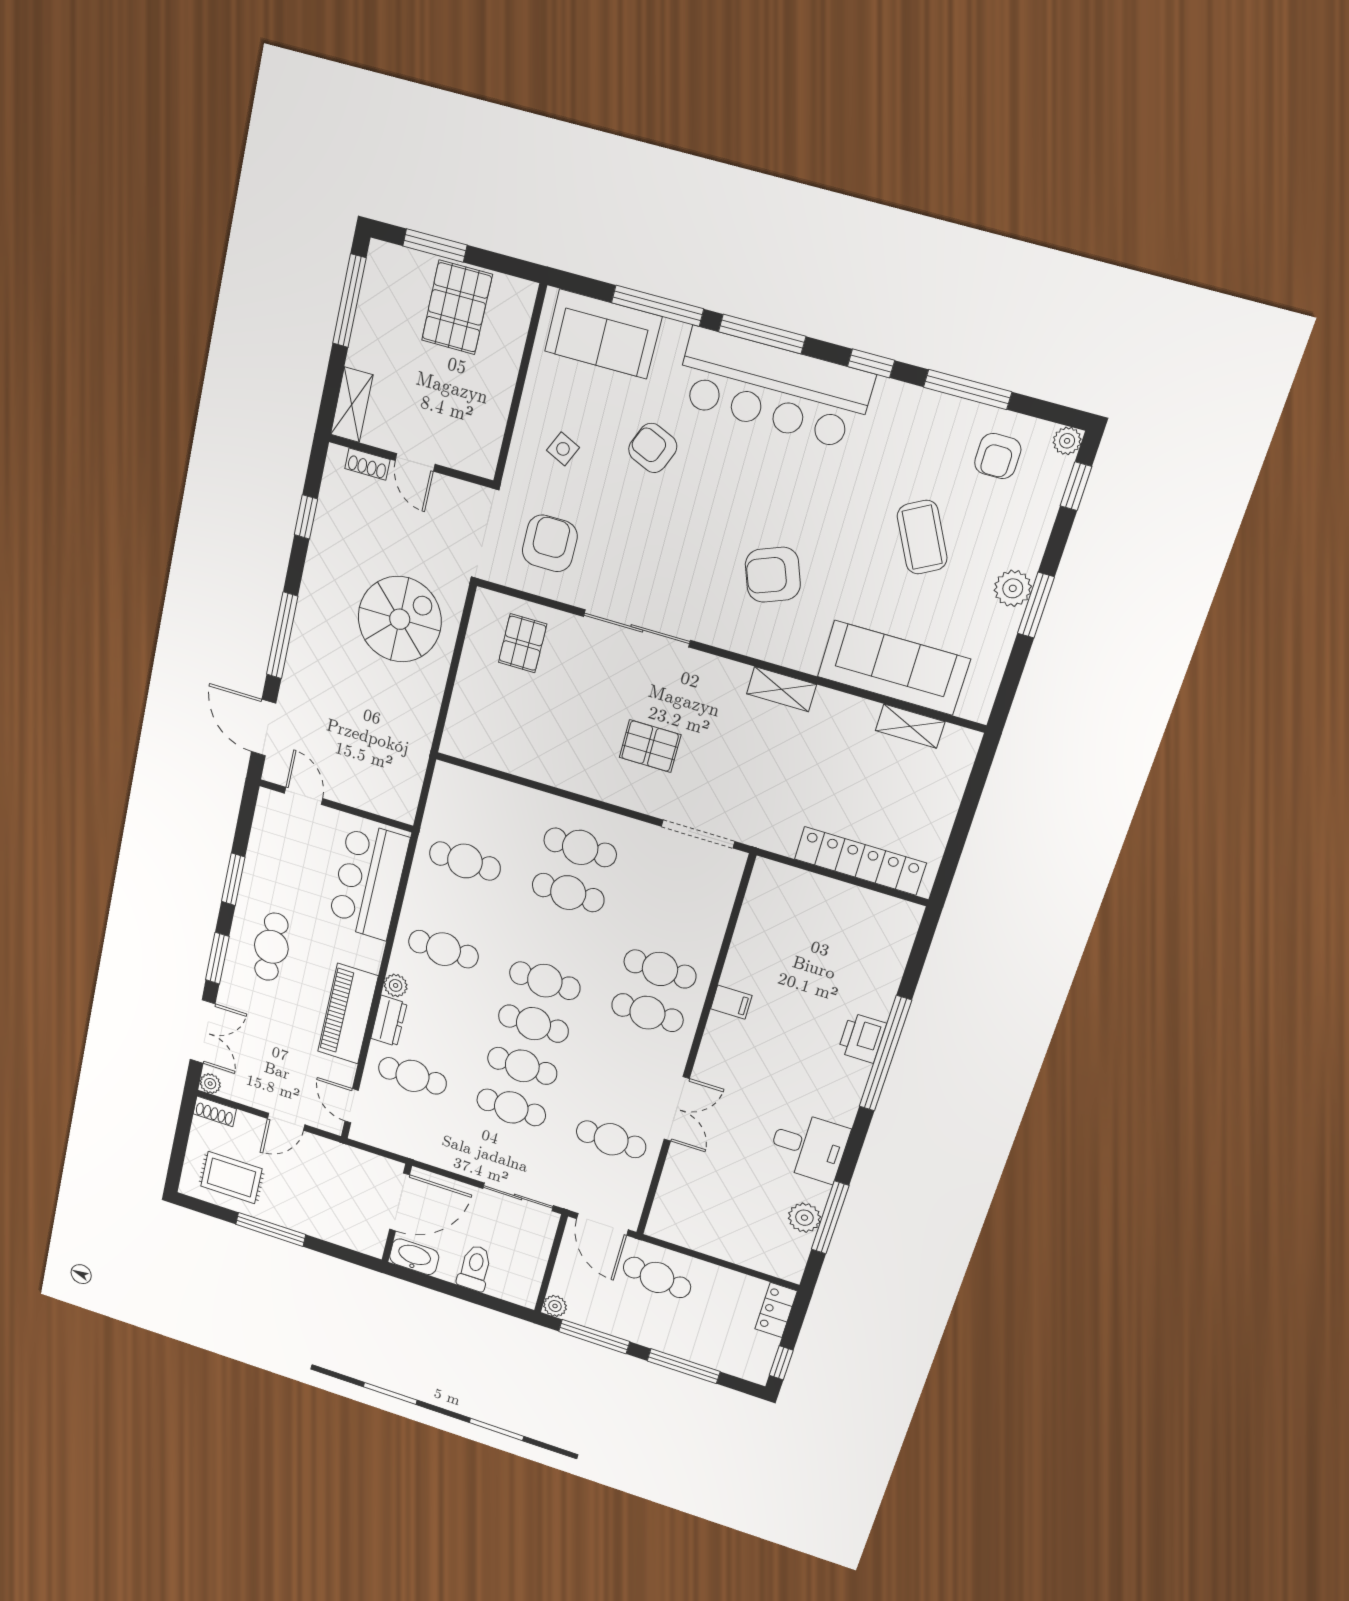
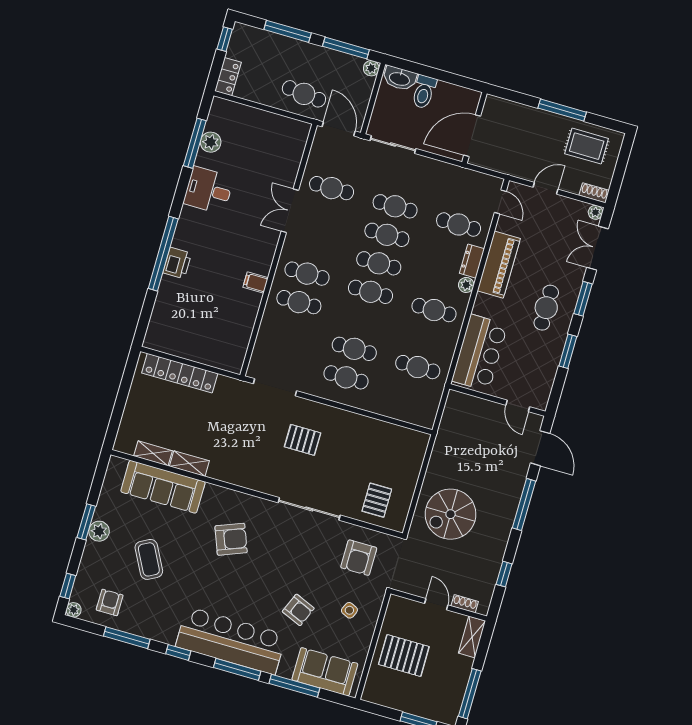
pallet: (457, 307) -> (404, 656), moved, turned 90
shelving: (781, 689) -> (189, 464), moved
washbasin: (414, 1257) -> (400, 78), moved

